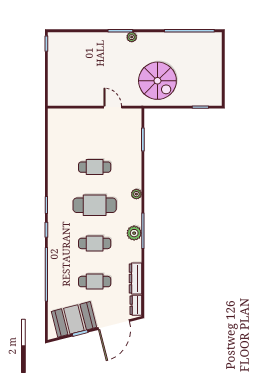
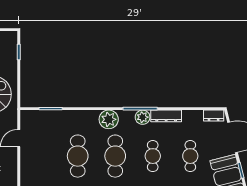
cafe table: (95, 167) -> (78, 156), width x1.37, depth x1.35
plant: (136, 194) -> (109, 119), width x1.88, depth x1.88
dresser: (135, 279) -> (166, 116), moved

